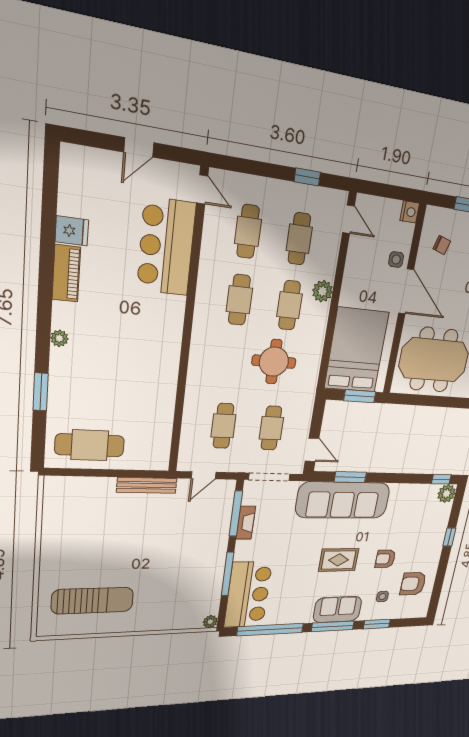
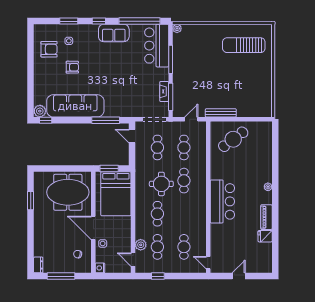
bar counter: (166, 247) -> (222, 201), moved
plant: (322, 291) -> (141, 245), moved
cafe table: (239, 300) -> (184, 181), moved
window: (41, 392) -> (275, 160), removed
cafe table: (90, 445) -> (233, 139), moved, turned -37
window: (350, 477) -> (106, 120), width x1.44
sofa: (343, 500) -> (75, 106), moved
window: (449, 537) -> (31, 82), removed
rug: (339, 560) -> (103, 67), removed
sofa: (338, 609) -> (114, 33), moved
window: (333, 626) -> (99, 21), width x0.46

